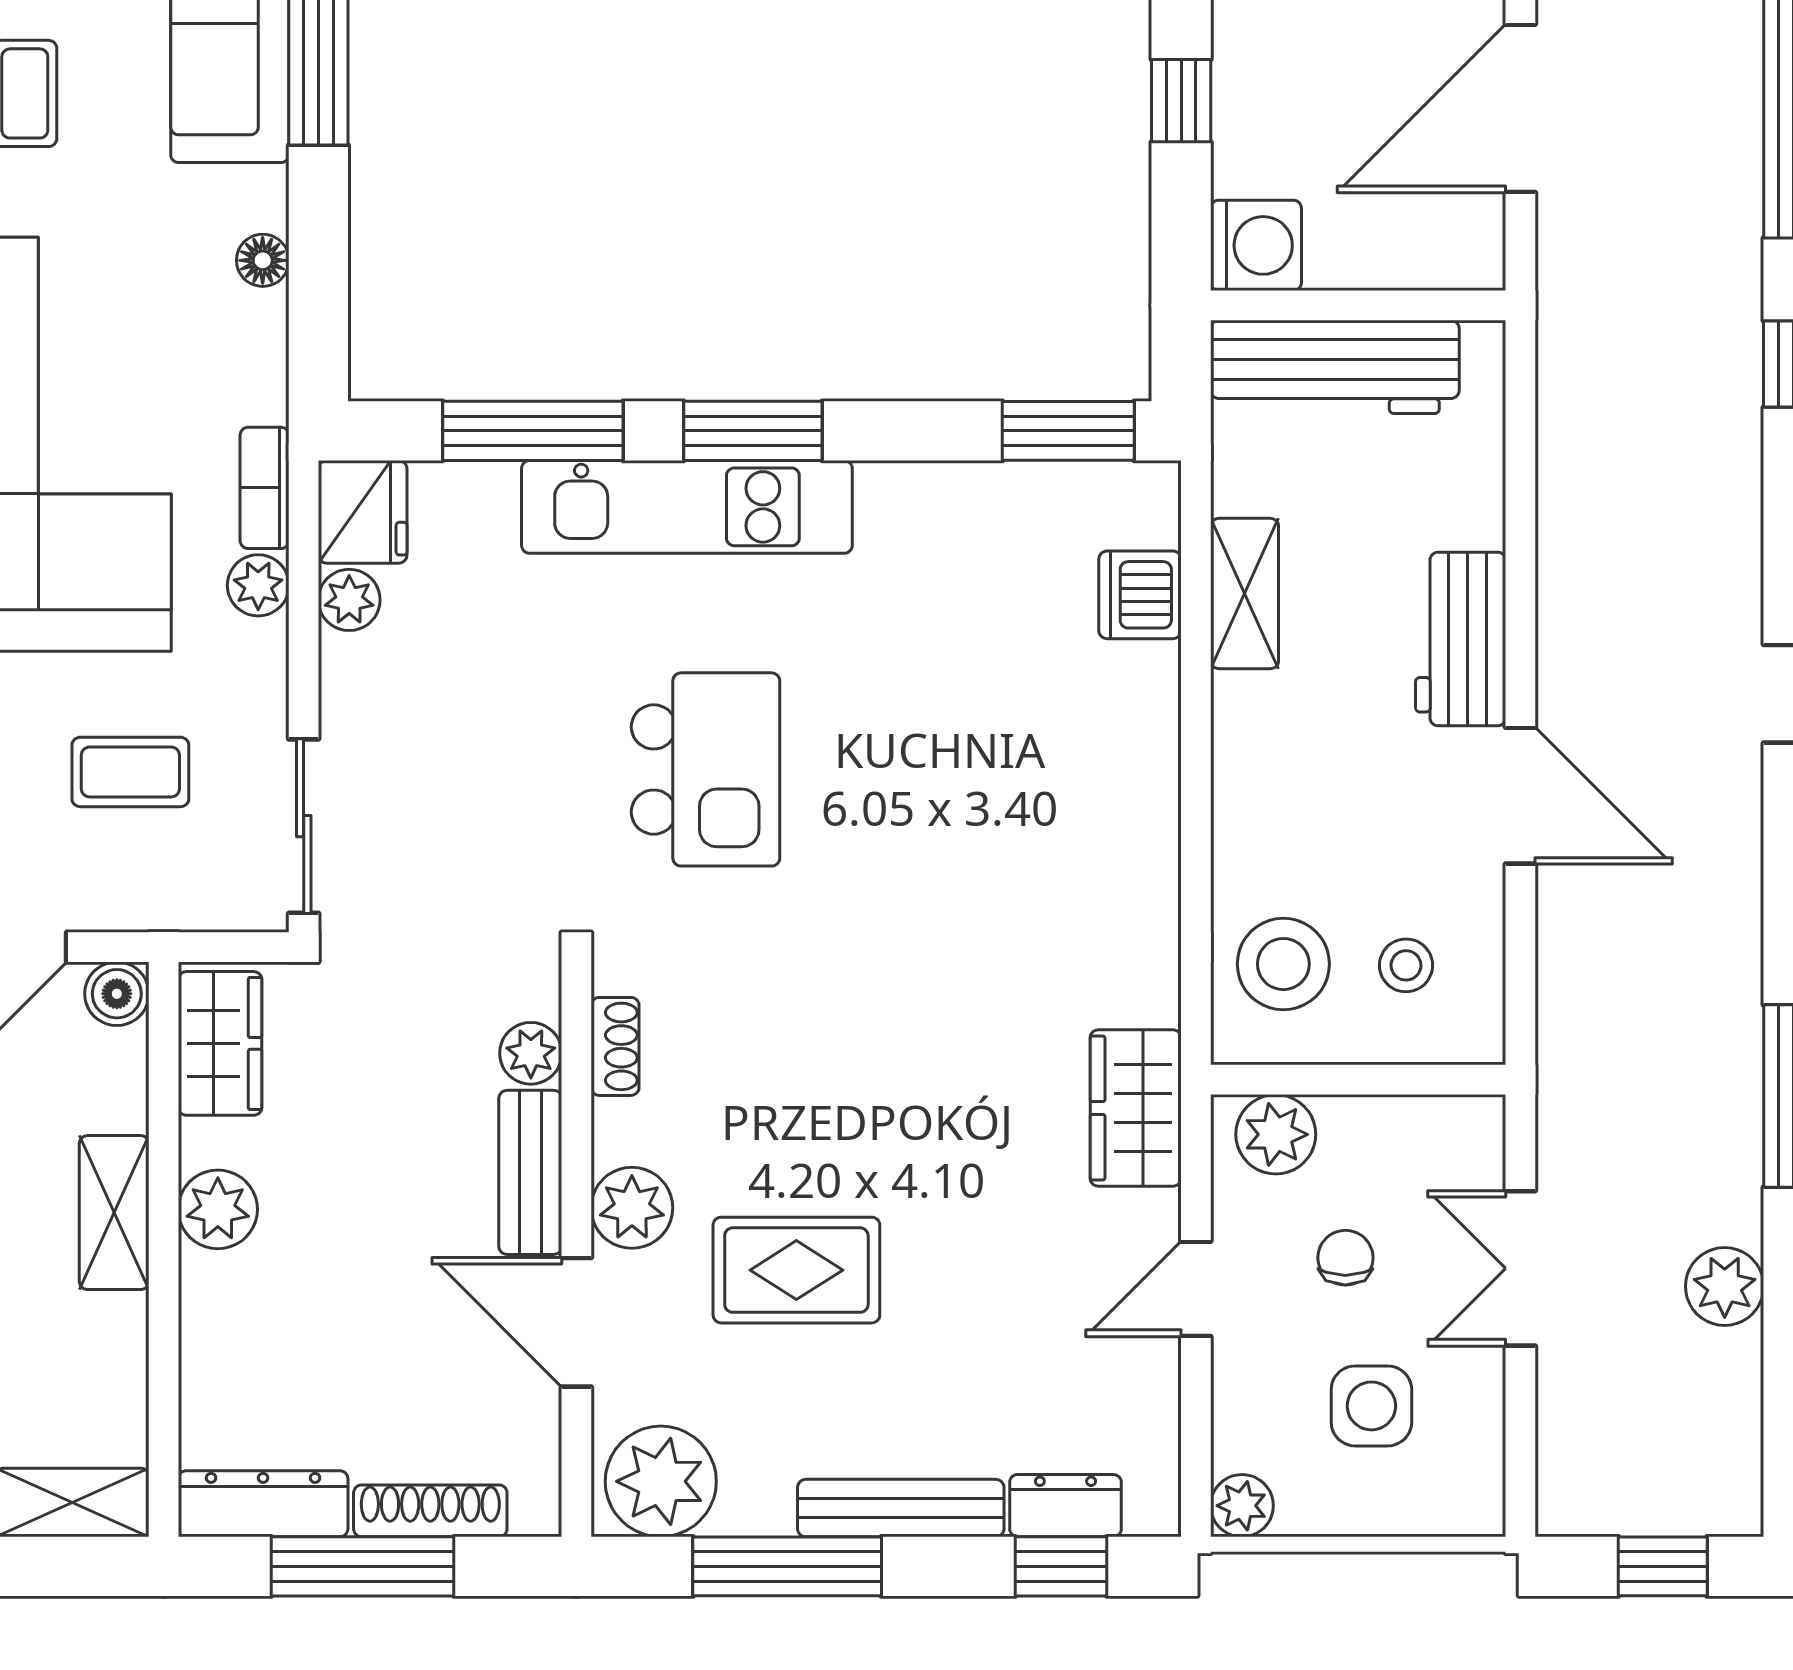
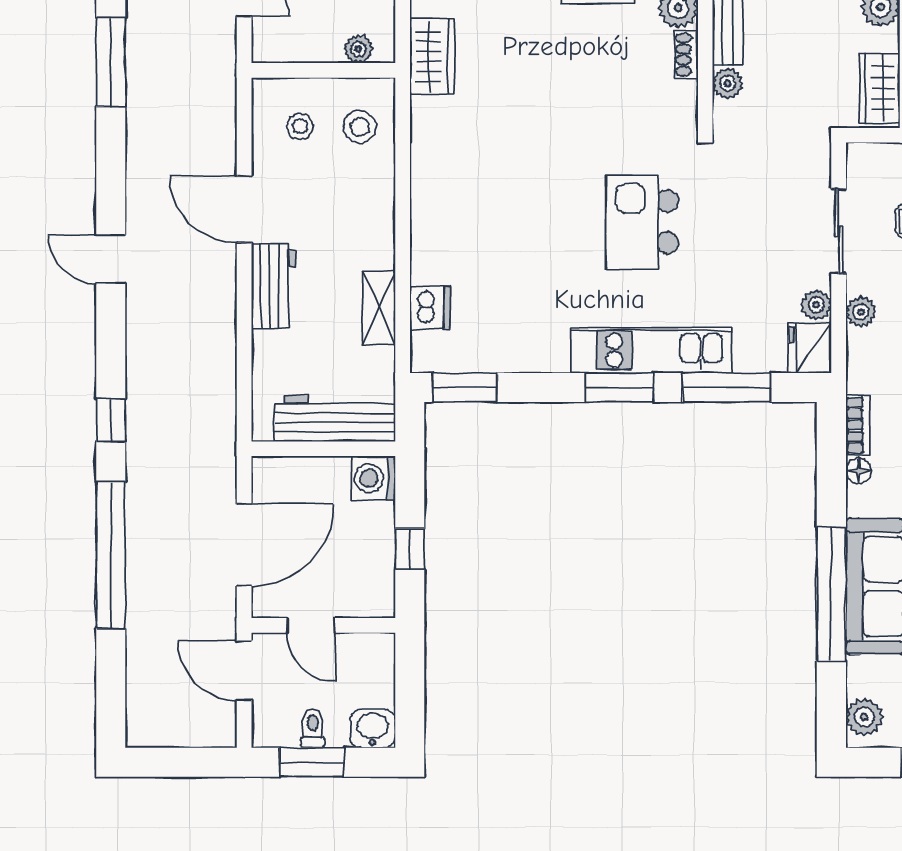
bookcase: (265, 488) -> (858, 425), moved
sliding door: (304, 826) -> (839, 231), moved
stool: (1283, 964) -> (360, 127), width x0.73, depth x0.73
shoe rack: (615, 1046) -> (686, 55), moved
plant: (1276, 1134) -> (358, 49), width x0.73, depth x0.73

